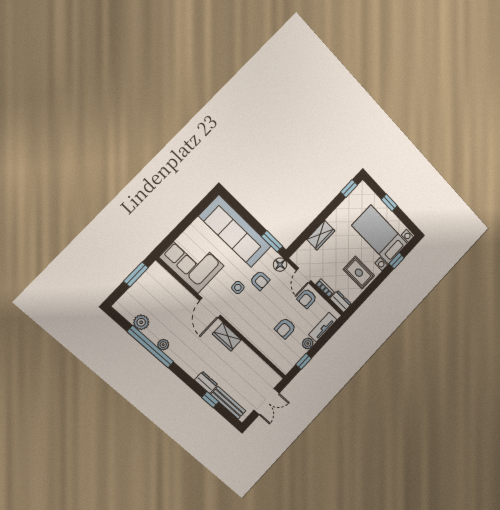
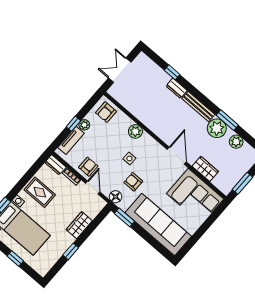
window: (349, 188) -> (71, 251), moved
side table: (238, 287) -> (129, 158), moved
armchair: (285, 328) -> (106, 112), moved, turned 180
plant: (254, 336) -> (135, 131), added
wardrobe: (227, 337) -> (205, 169), moved
plant: (163, 345) -> (217, 128), width x1.88, depth x1.88
window: (150, 347) -> (227, 120), width x0.47
window: (304, 361) -> (73, 124), moved
bench: (228, 403) -> (198, 107), moved

